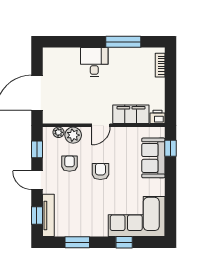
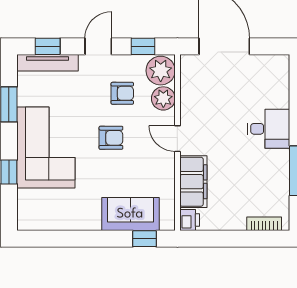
plant: (58, 132) -> (161, 71), width x1.88, depth x1.88
corner sofa: (137, 217) -> (46, 148), moved

